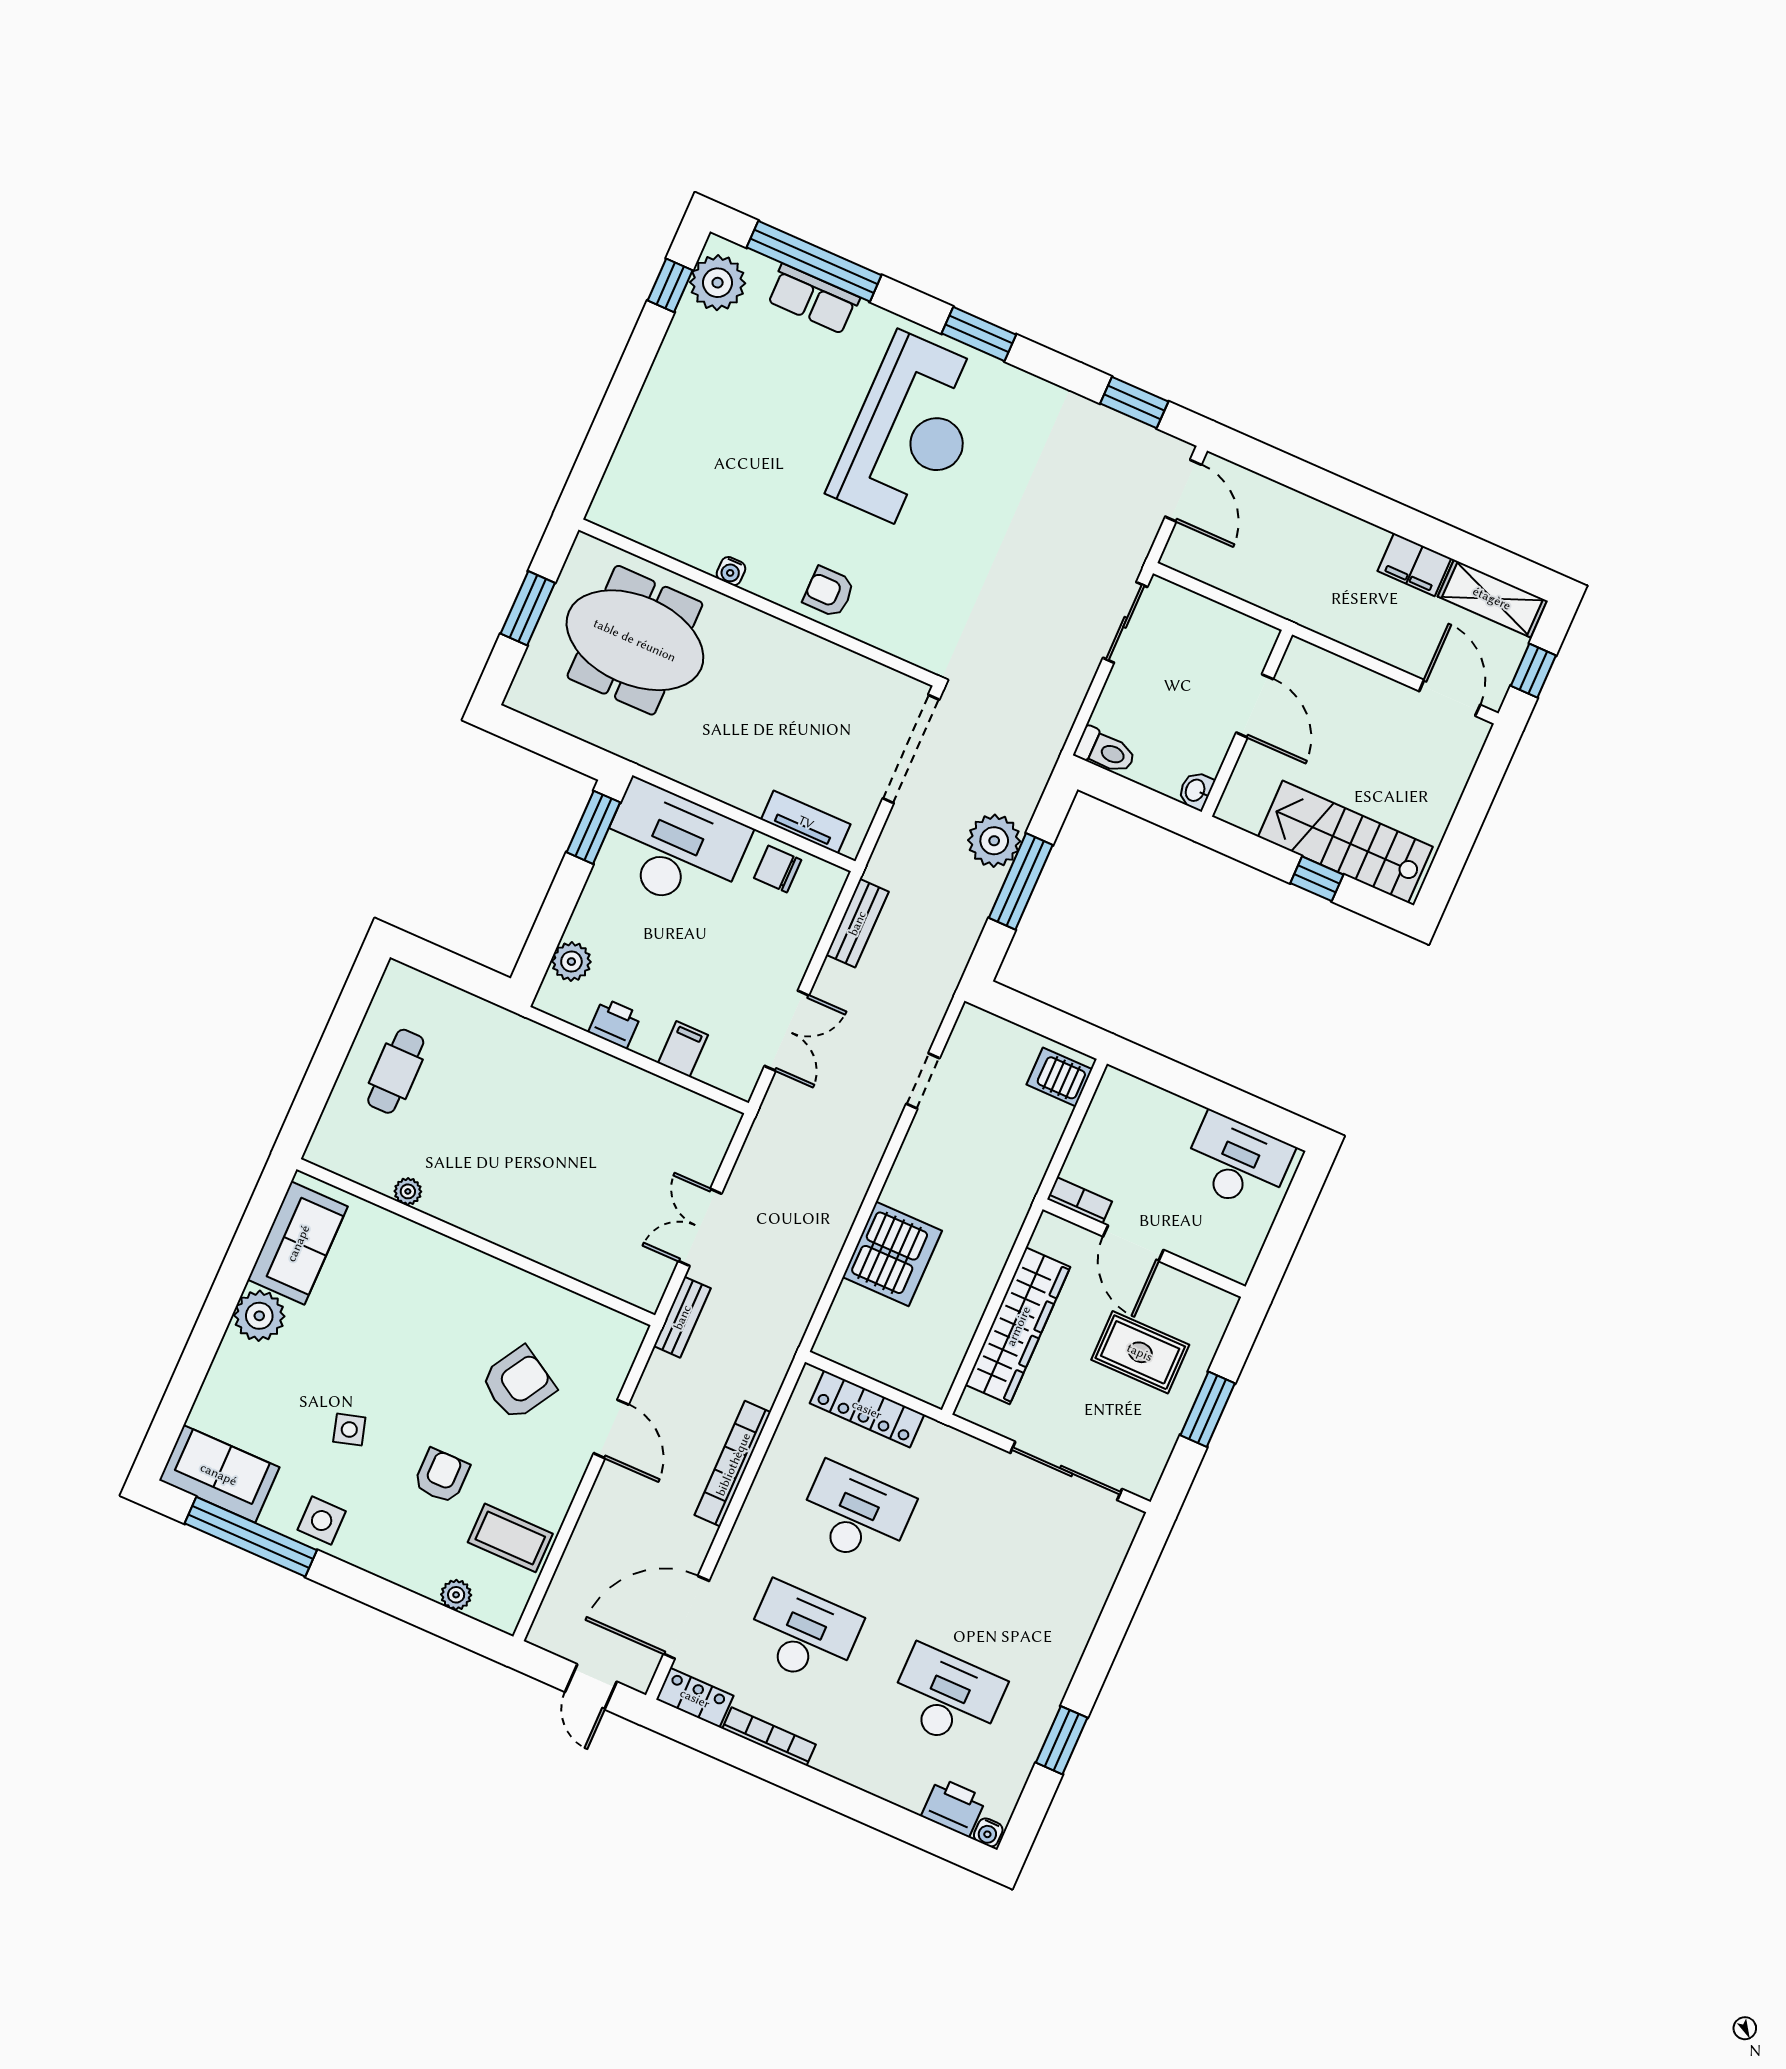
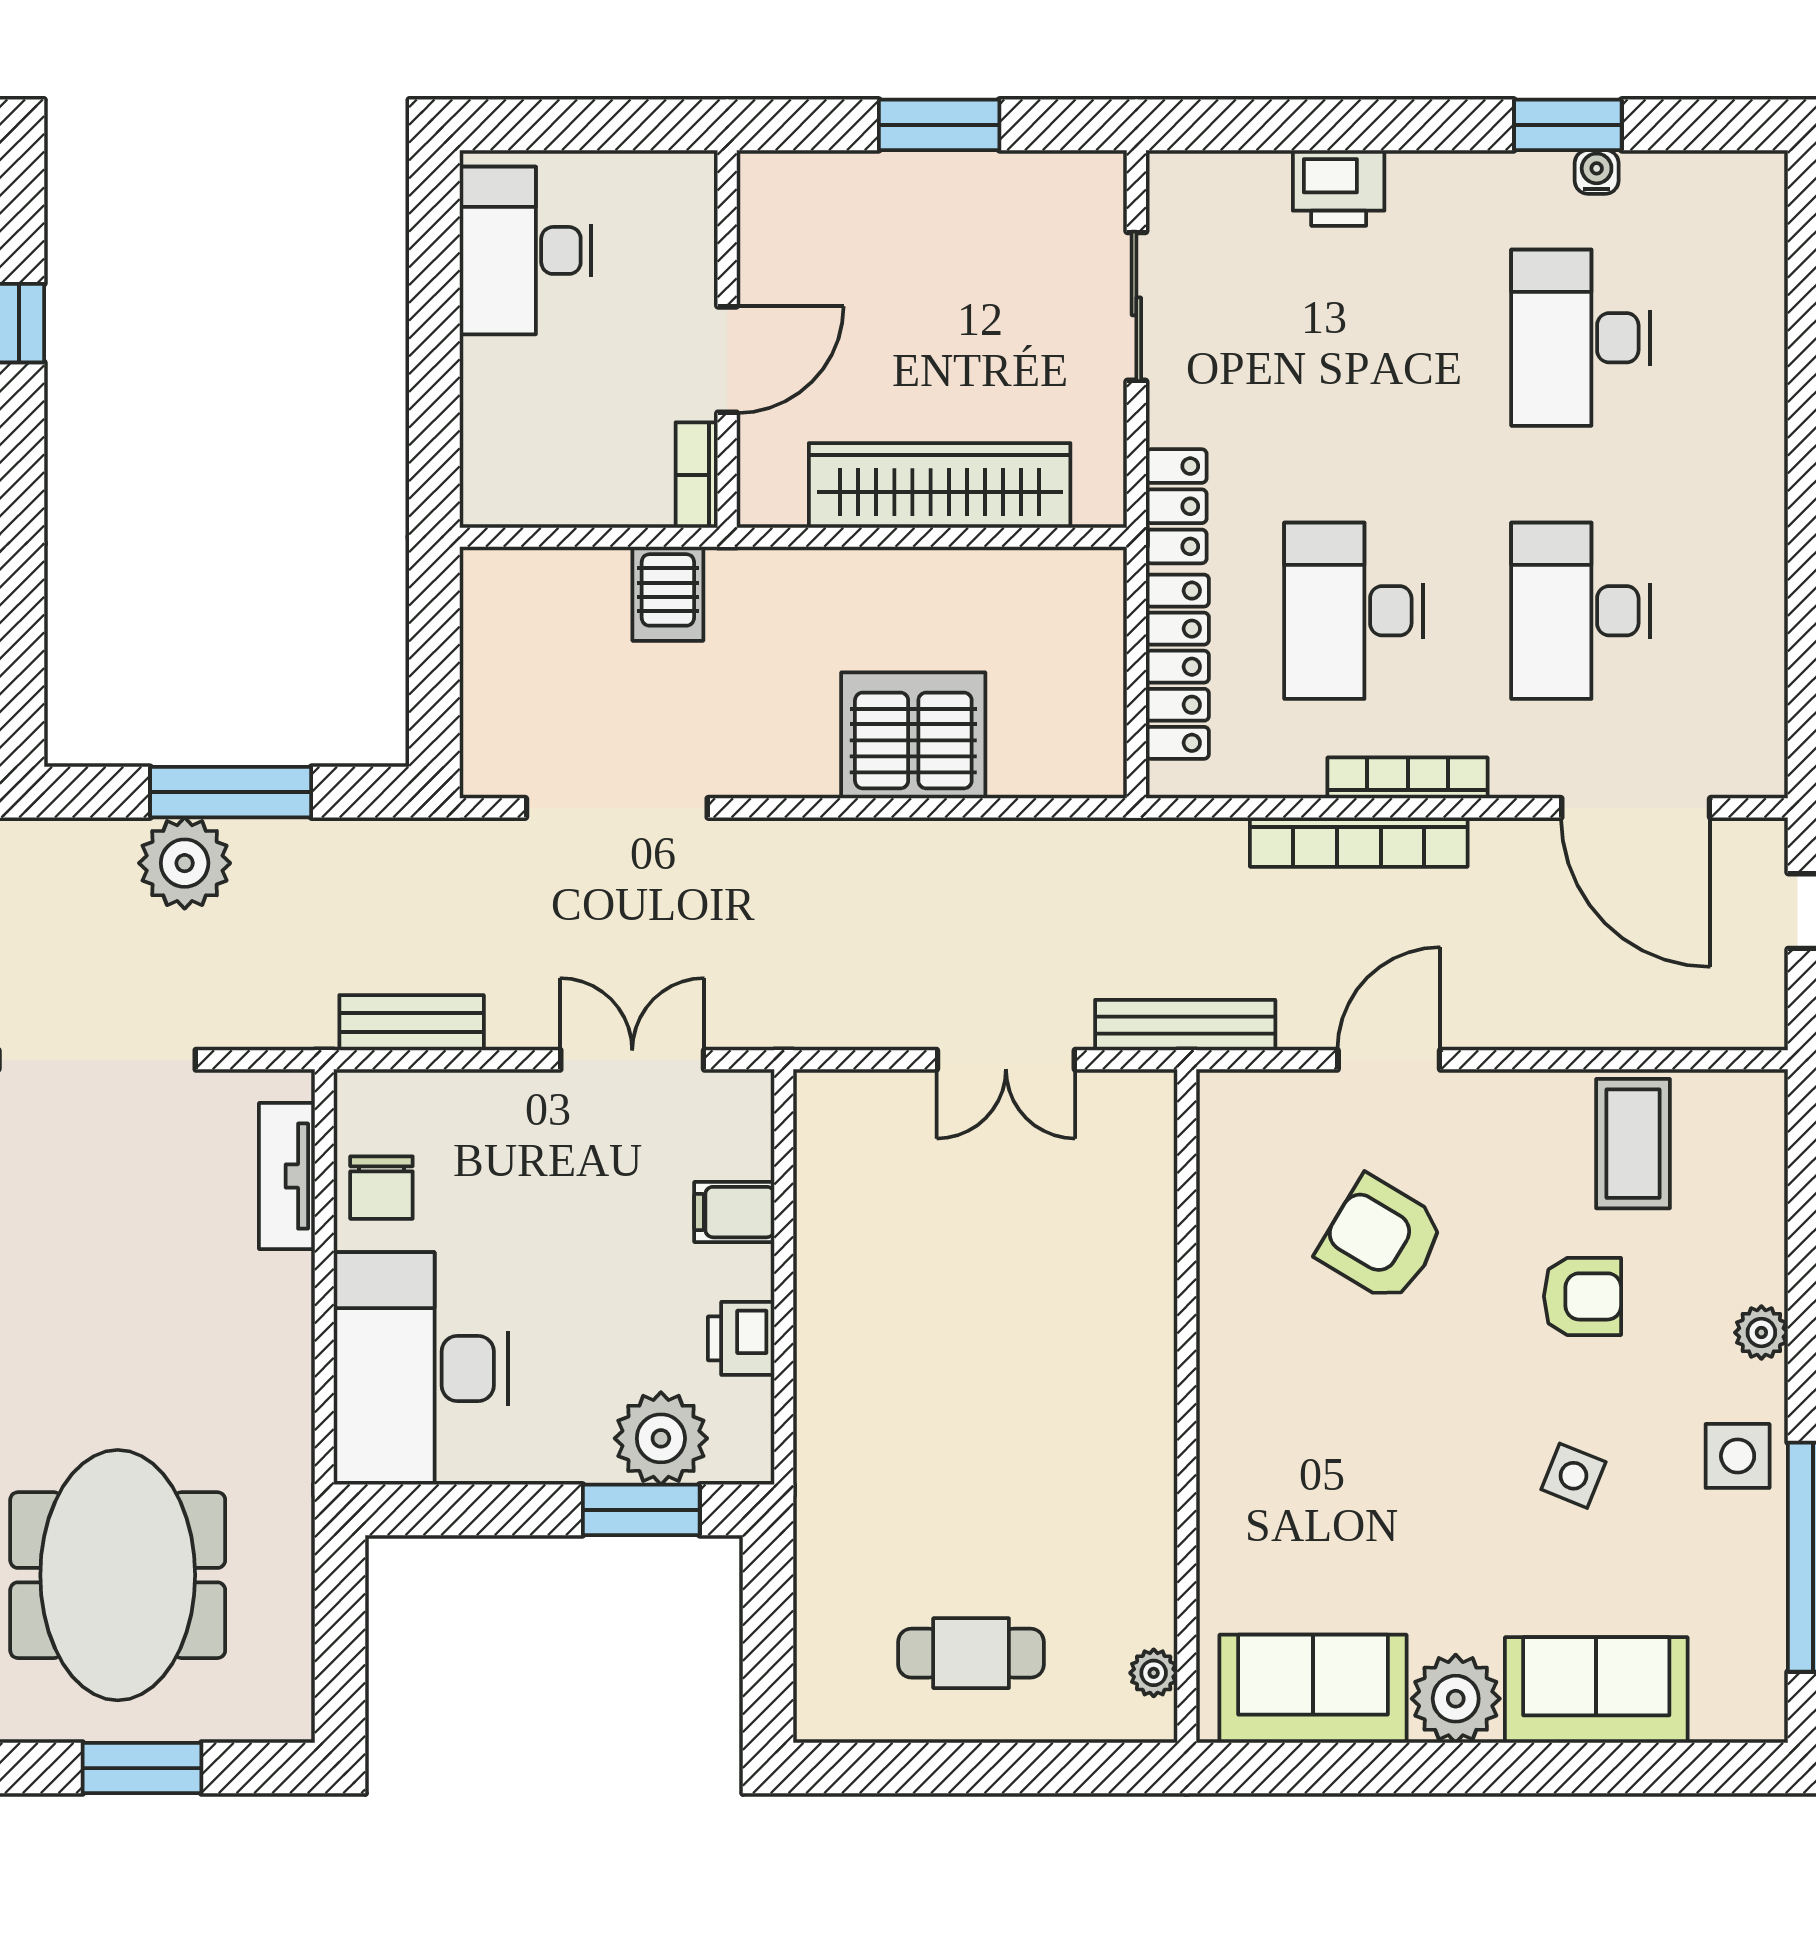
window: (593, 827) -> (641, 1510), moved
plant: (571, 962) -> (661, 1438), width x1.36, depth x1.36
server rack: (1059, 1077) -> (668, 594), moved
doorway: (923, 1081) -> (617, 808), width x1.87
plant: (408, 1191) -> (1154, 1673), moved
bench: (682, 1317) -> (1185, 1025), width x1.36
rug: (1140, 1352) -> (896, 272), removed
side table: (349, 1430) -> (1573, 1476), turned 38
sliding door: (1066, 1471) -> (1136, 306), width x0.73
sofa: (219, 1474) -> (1596, 1690), moved, turned 90
armchair: (442, 1476) -> (1582, 1296), turned 180
plant: (456, 1595) -> (1761, 1333), moved
locker: (695, 1698) -> (1176, 506), moved, turned 180
bookcase: (769, 1737) -> (1408, 778), moved, turned 90
printer: (954, 1807) -> (1339, 188), moved, turned -90
water cooler: (988, 1832) -> (1597, 172), moved, turned -90

